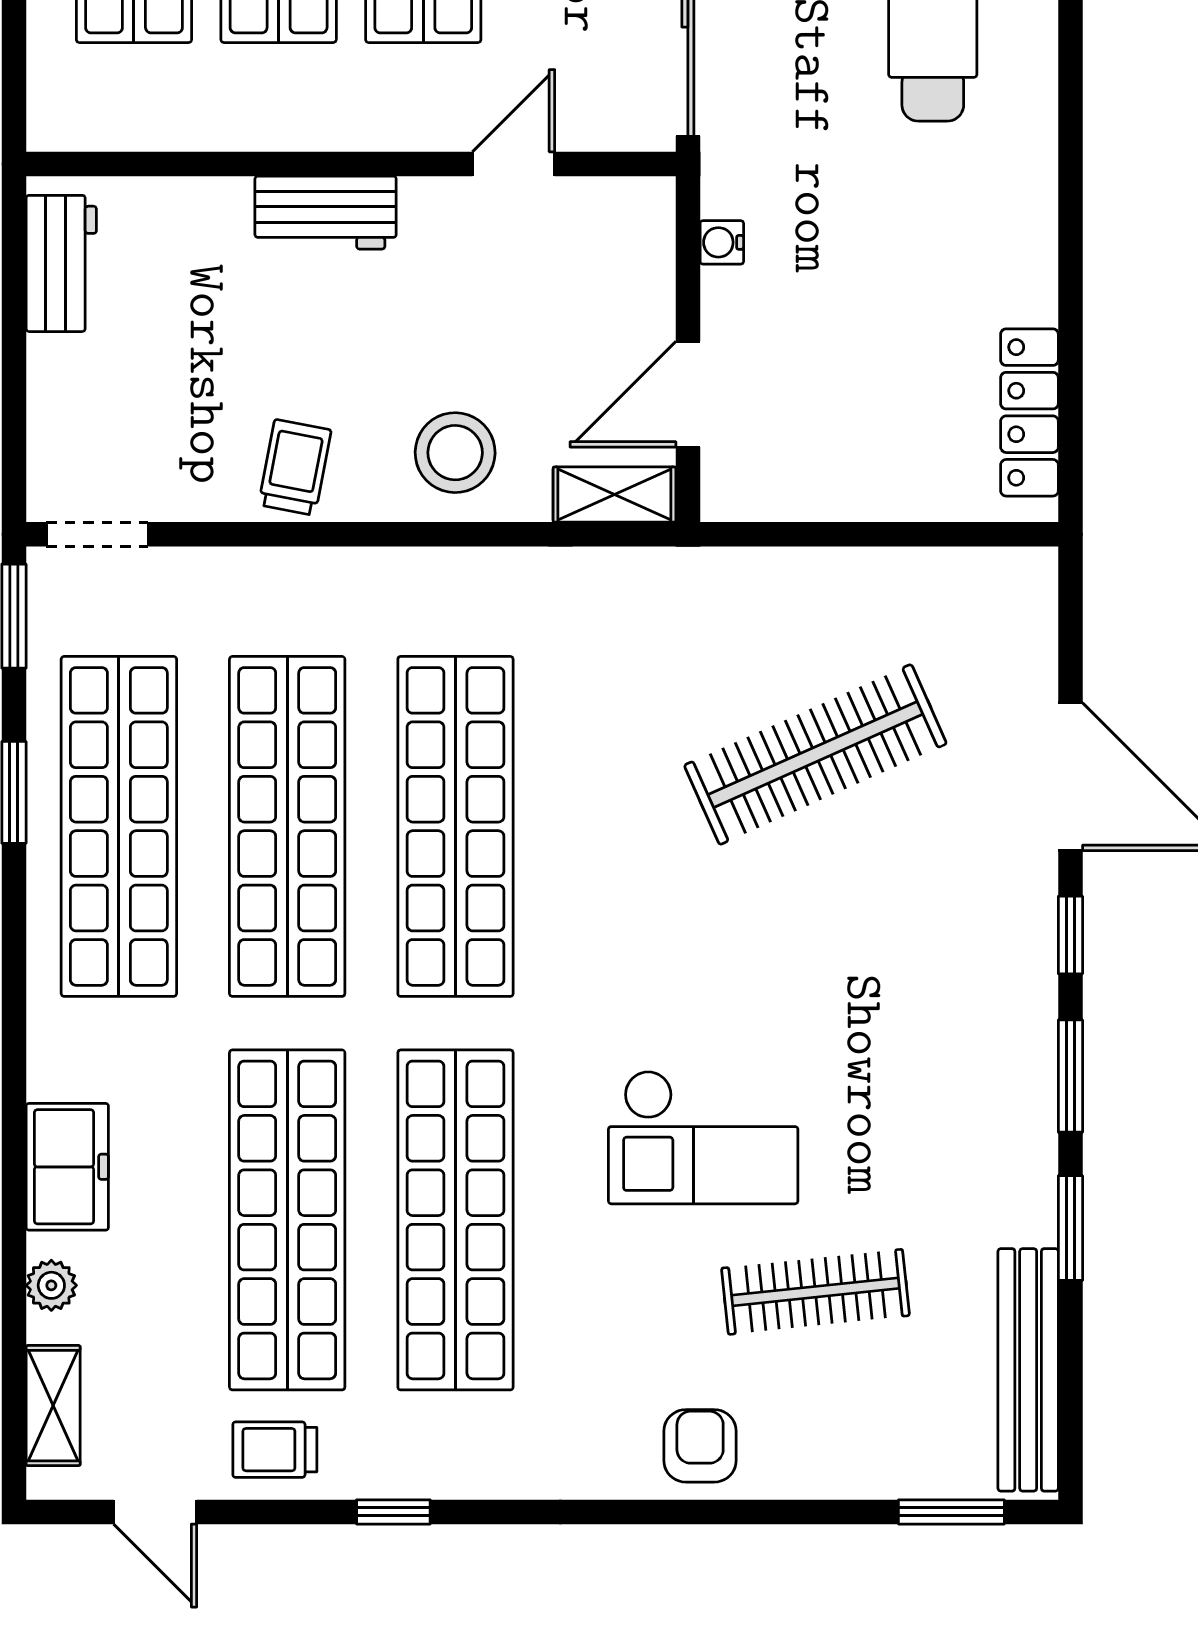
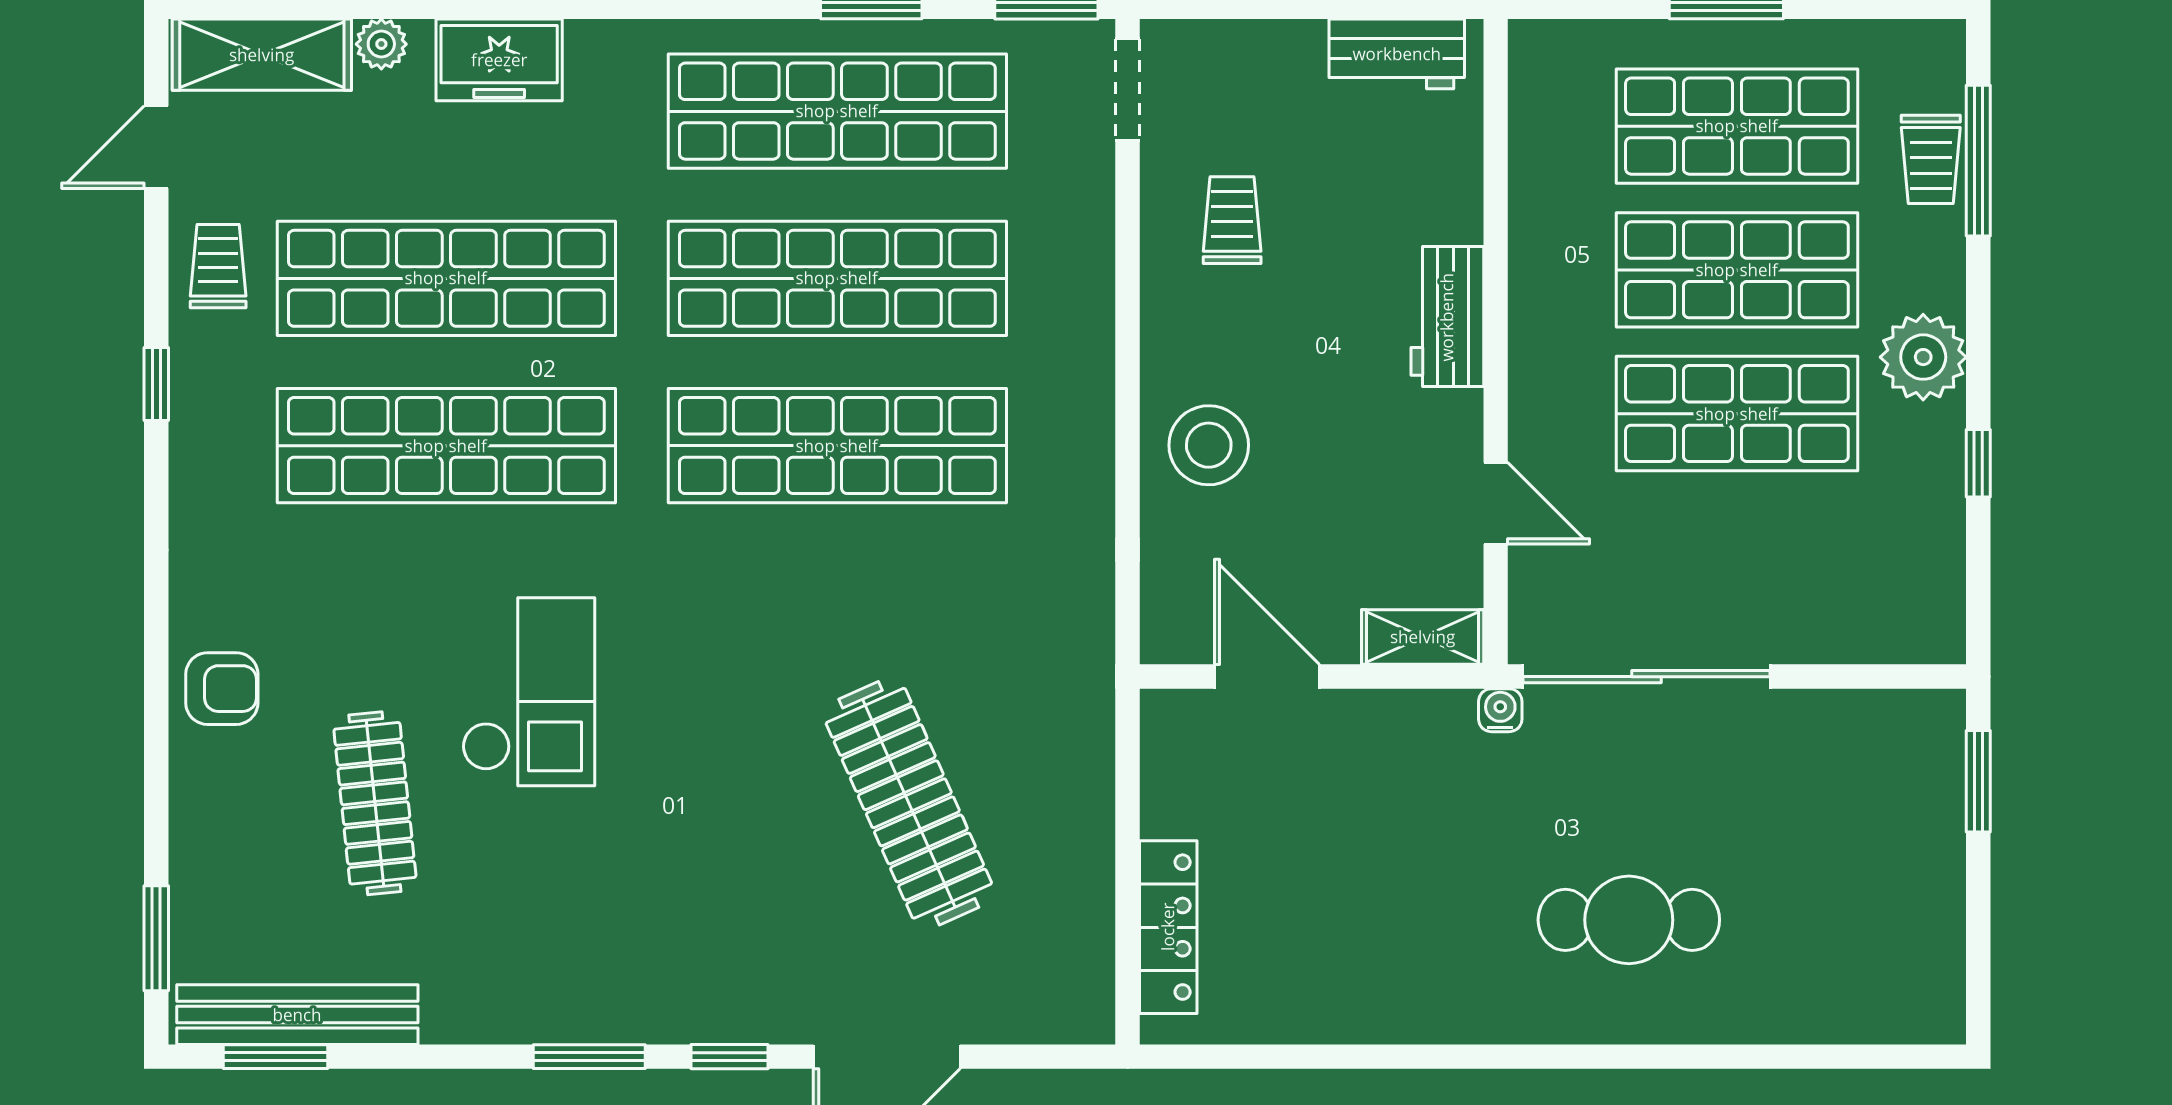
water cooler: (722, 242) -> (1500, 710), moved
locker: (1029, 412) -> (1168, 927), moved, turned 90
trolley: (295, 467) -> (1232, 220), moved, turned -101
shelving: (614, 495) -> (1423, 637), moved, turned 90
checkout: (703, 1137) -> (529, 692), turned 180
window: (1070, 1228) -> (275, 1057), moved
shelving: (53, 1406) -> (262, 55), width x1.50, depth x1.33

